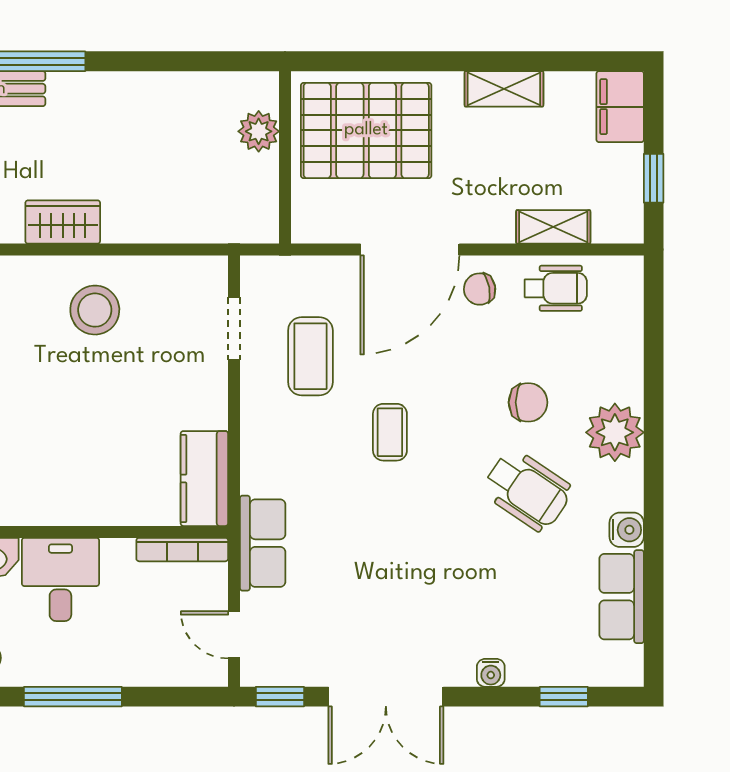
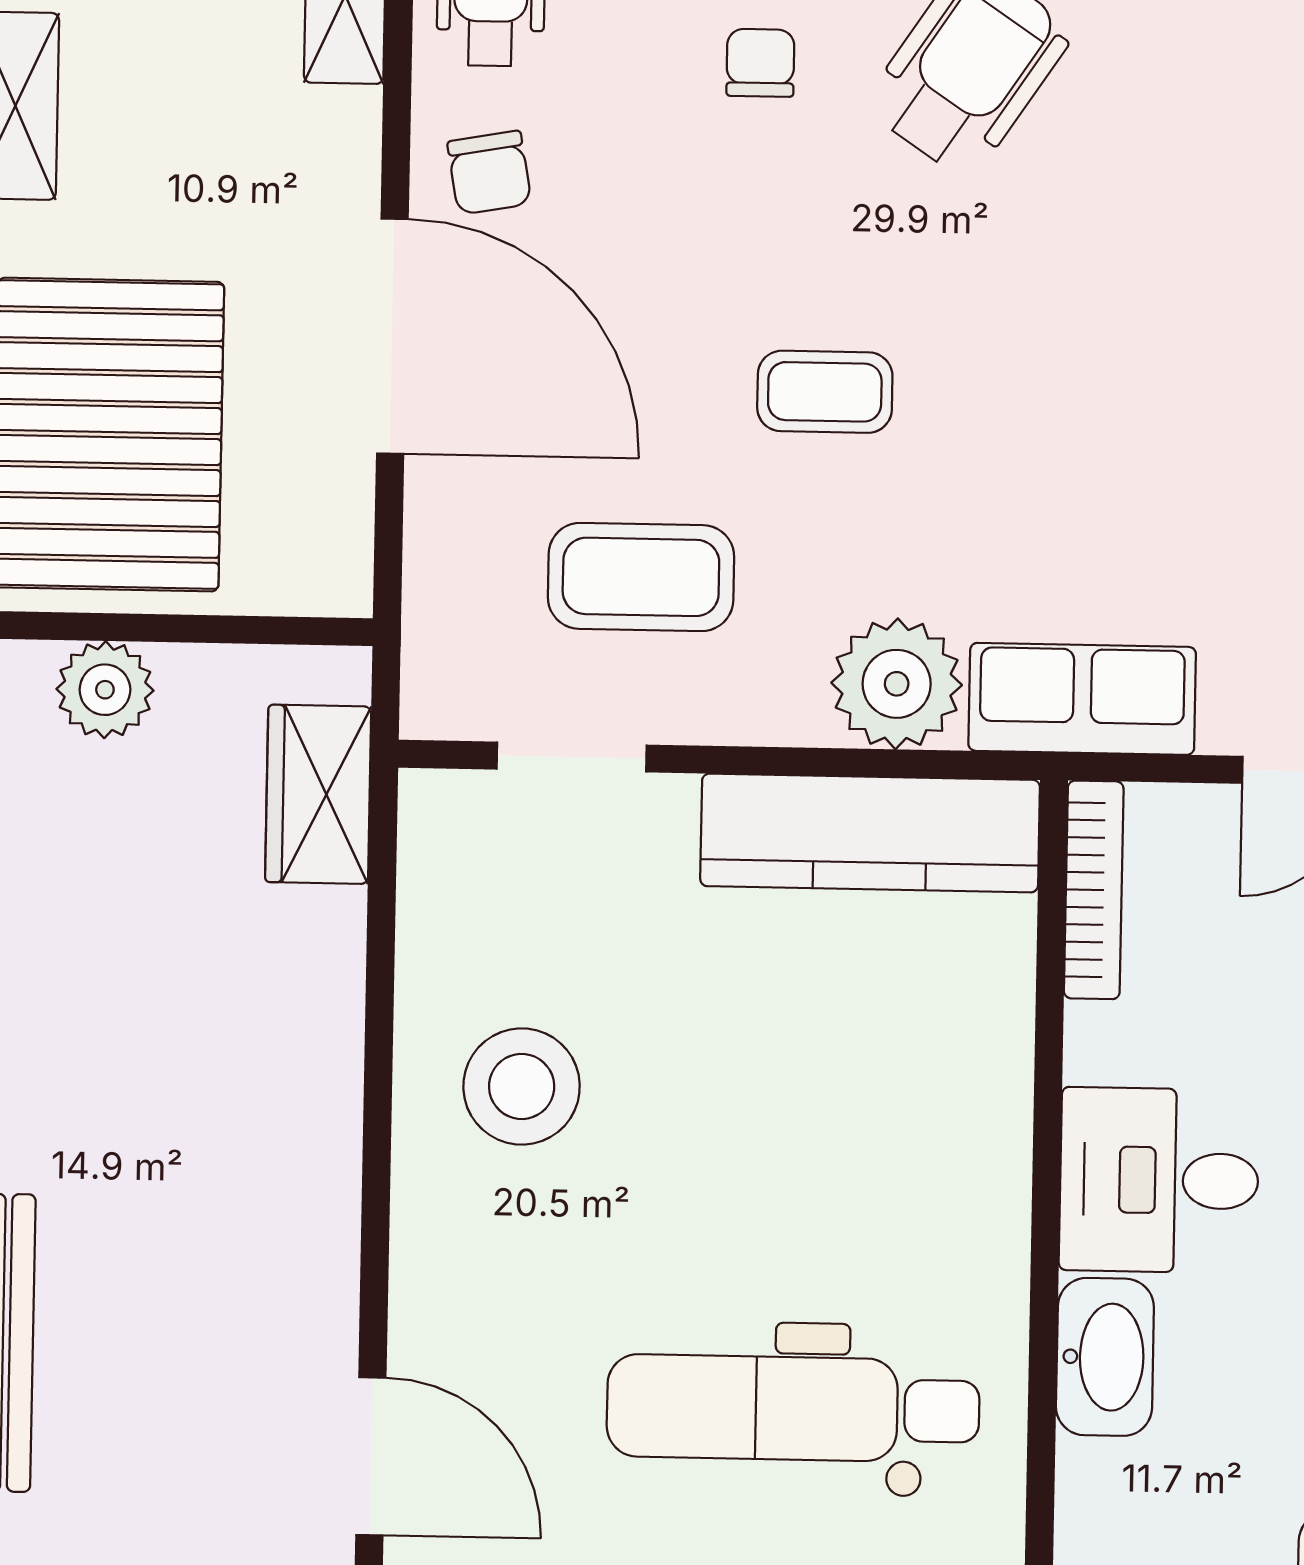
wardrobe: (63, 222) -> (318, 794), moved
chair: (528, 402) -> (760, 63), width x0.73, depth x0.73
plant: (267, 465) -> (897, 684), added
kitchen counter: (204, 479) -> (870, 833), width x1.50

